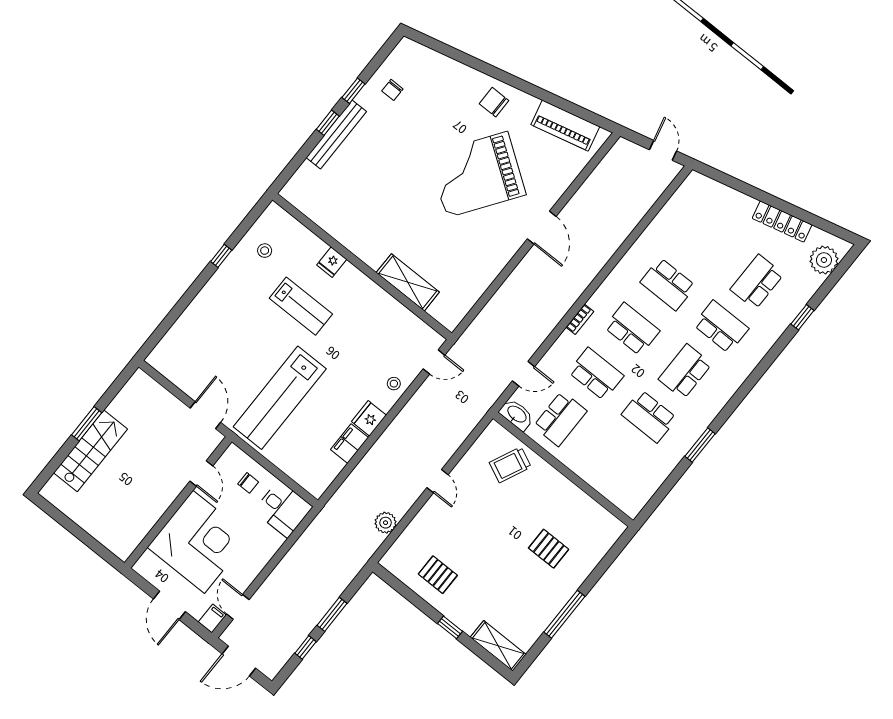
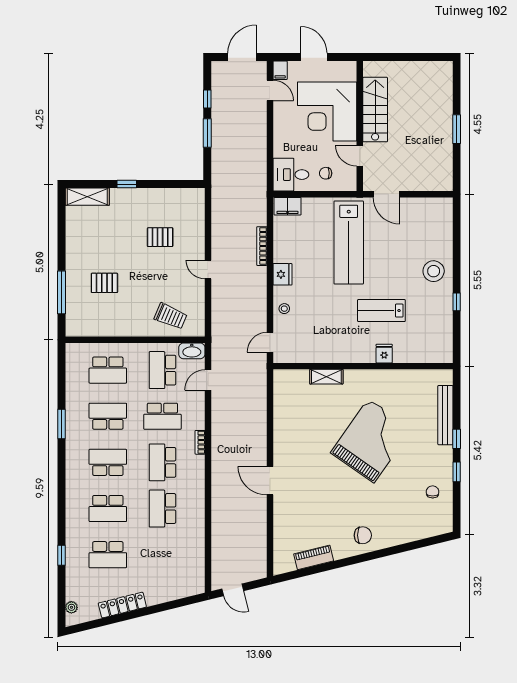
piano: (565, 126) -> (314, 557), width x0.73, depth x0.75
bench: (336, 135) -> (445, 415), moved
grand piano: (477, 175) -> (371, 441), moved
stool: (265, 251) -> (434, 271), moved, width x1.89, depth x1.89
plant: (824, 260) -> (71, 607), width x0.53, depth x0.53
shelving: (408, 282) -> (326, 377), width x0.67, depth x0.75
school desk: (757, 282) -> (108, 555), turned 90
school desk: (668, 284) -> (162, 509), turned -90
school desk: (632, 329) -> (162, 462), turned 90
school desk: (685, 372) -> (108, 462), turned -90
lab bench: (280, 398) -> (349, 243), turned 180
filing cabinet: (349, 444) -> (288, 206), moved, turned 90
stairs: (91, 451) -> (375, 110), moved, turned 180
school desk: (613, 461) -> (108, 370), added
bookcase: (367, 462) -> (262, 246), added
trolley: (510, 465) -> (171, 316), turned 88
plant: (386, 523) -> (220, 217), removed
pallet: (438, 575) -> (160, 237), moved
window: (564, 614) -> (62, 292), moved

